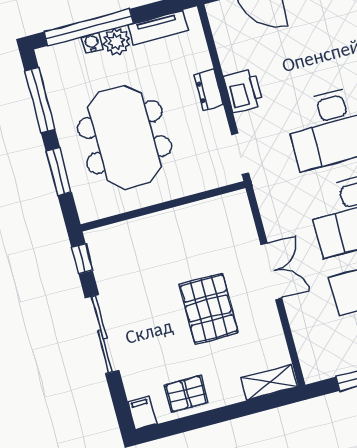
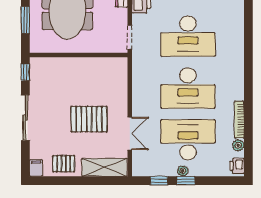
double door: (271, 271) -> (130, 133), moved
pallet: (209, 308) -> (89, 119), turned 90
shelving: (269, 382) -> (104, 167), width x1.50, depth x1.33

